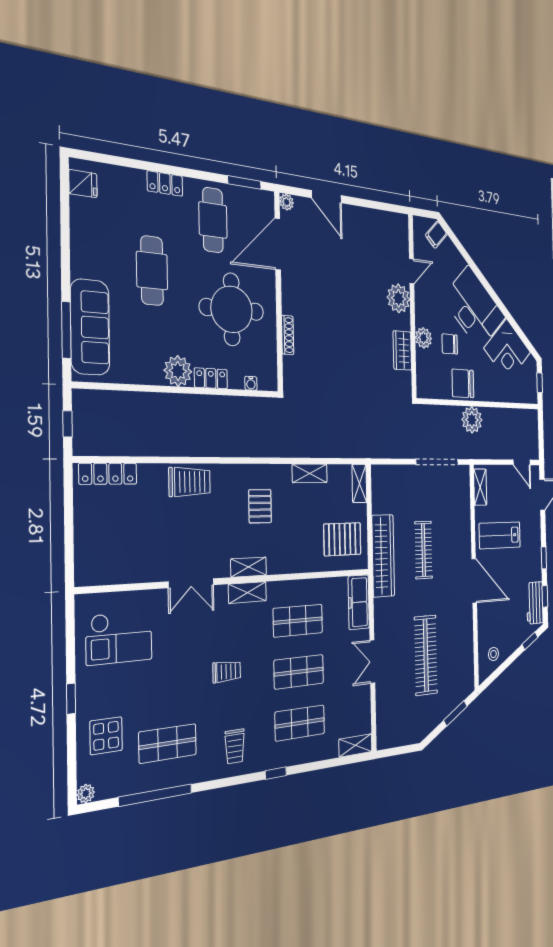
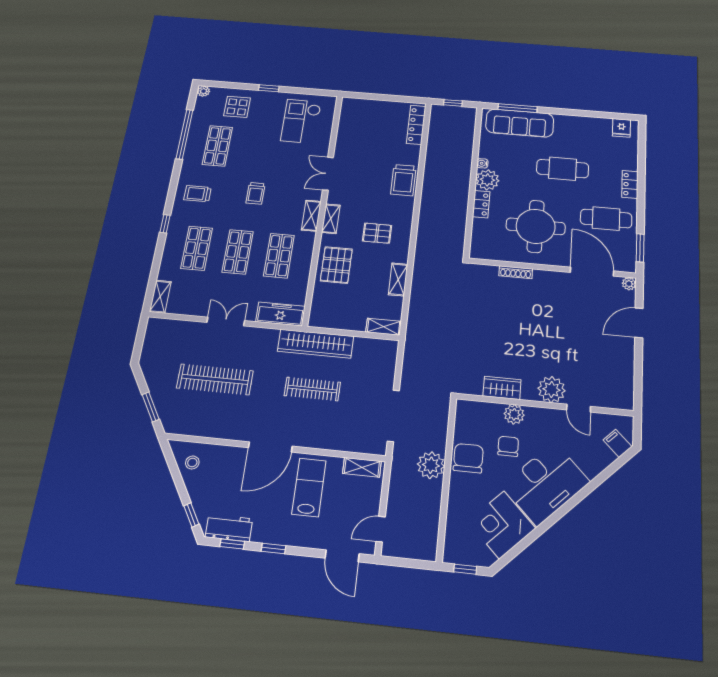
water cooler: (251, 383) -> (482, 163), moved
pallet: (342, 539) -> (336, 265), moved

